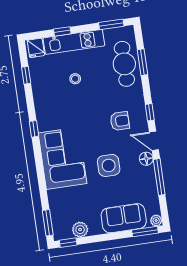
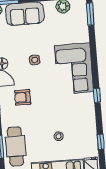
side table: (109, 165) -> (35, 60), width x0.54, depth x0.54

